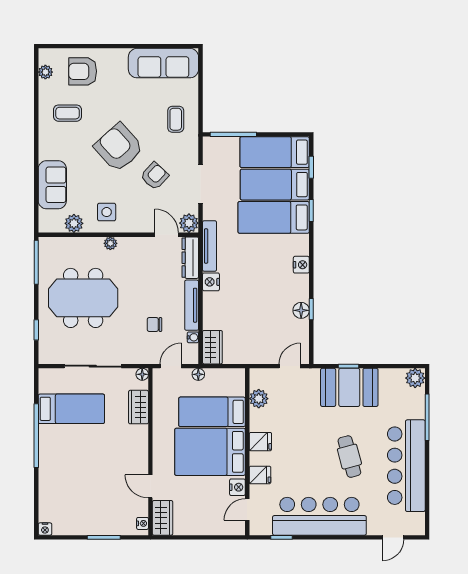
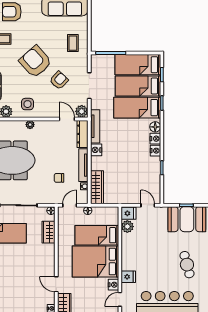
nightstand: (301, 283) -> (155, 151), added
floor lamp: (301, 310) -> (155, 127), moved
wardrobe: (212, 347) -> (97, 187), width x1.50
door: (290, 366) -> (148, 205), hinge flipped
fridge: (260, 442) -> (129, 213), moved

